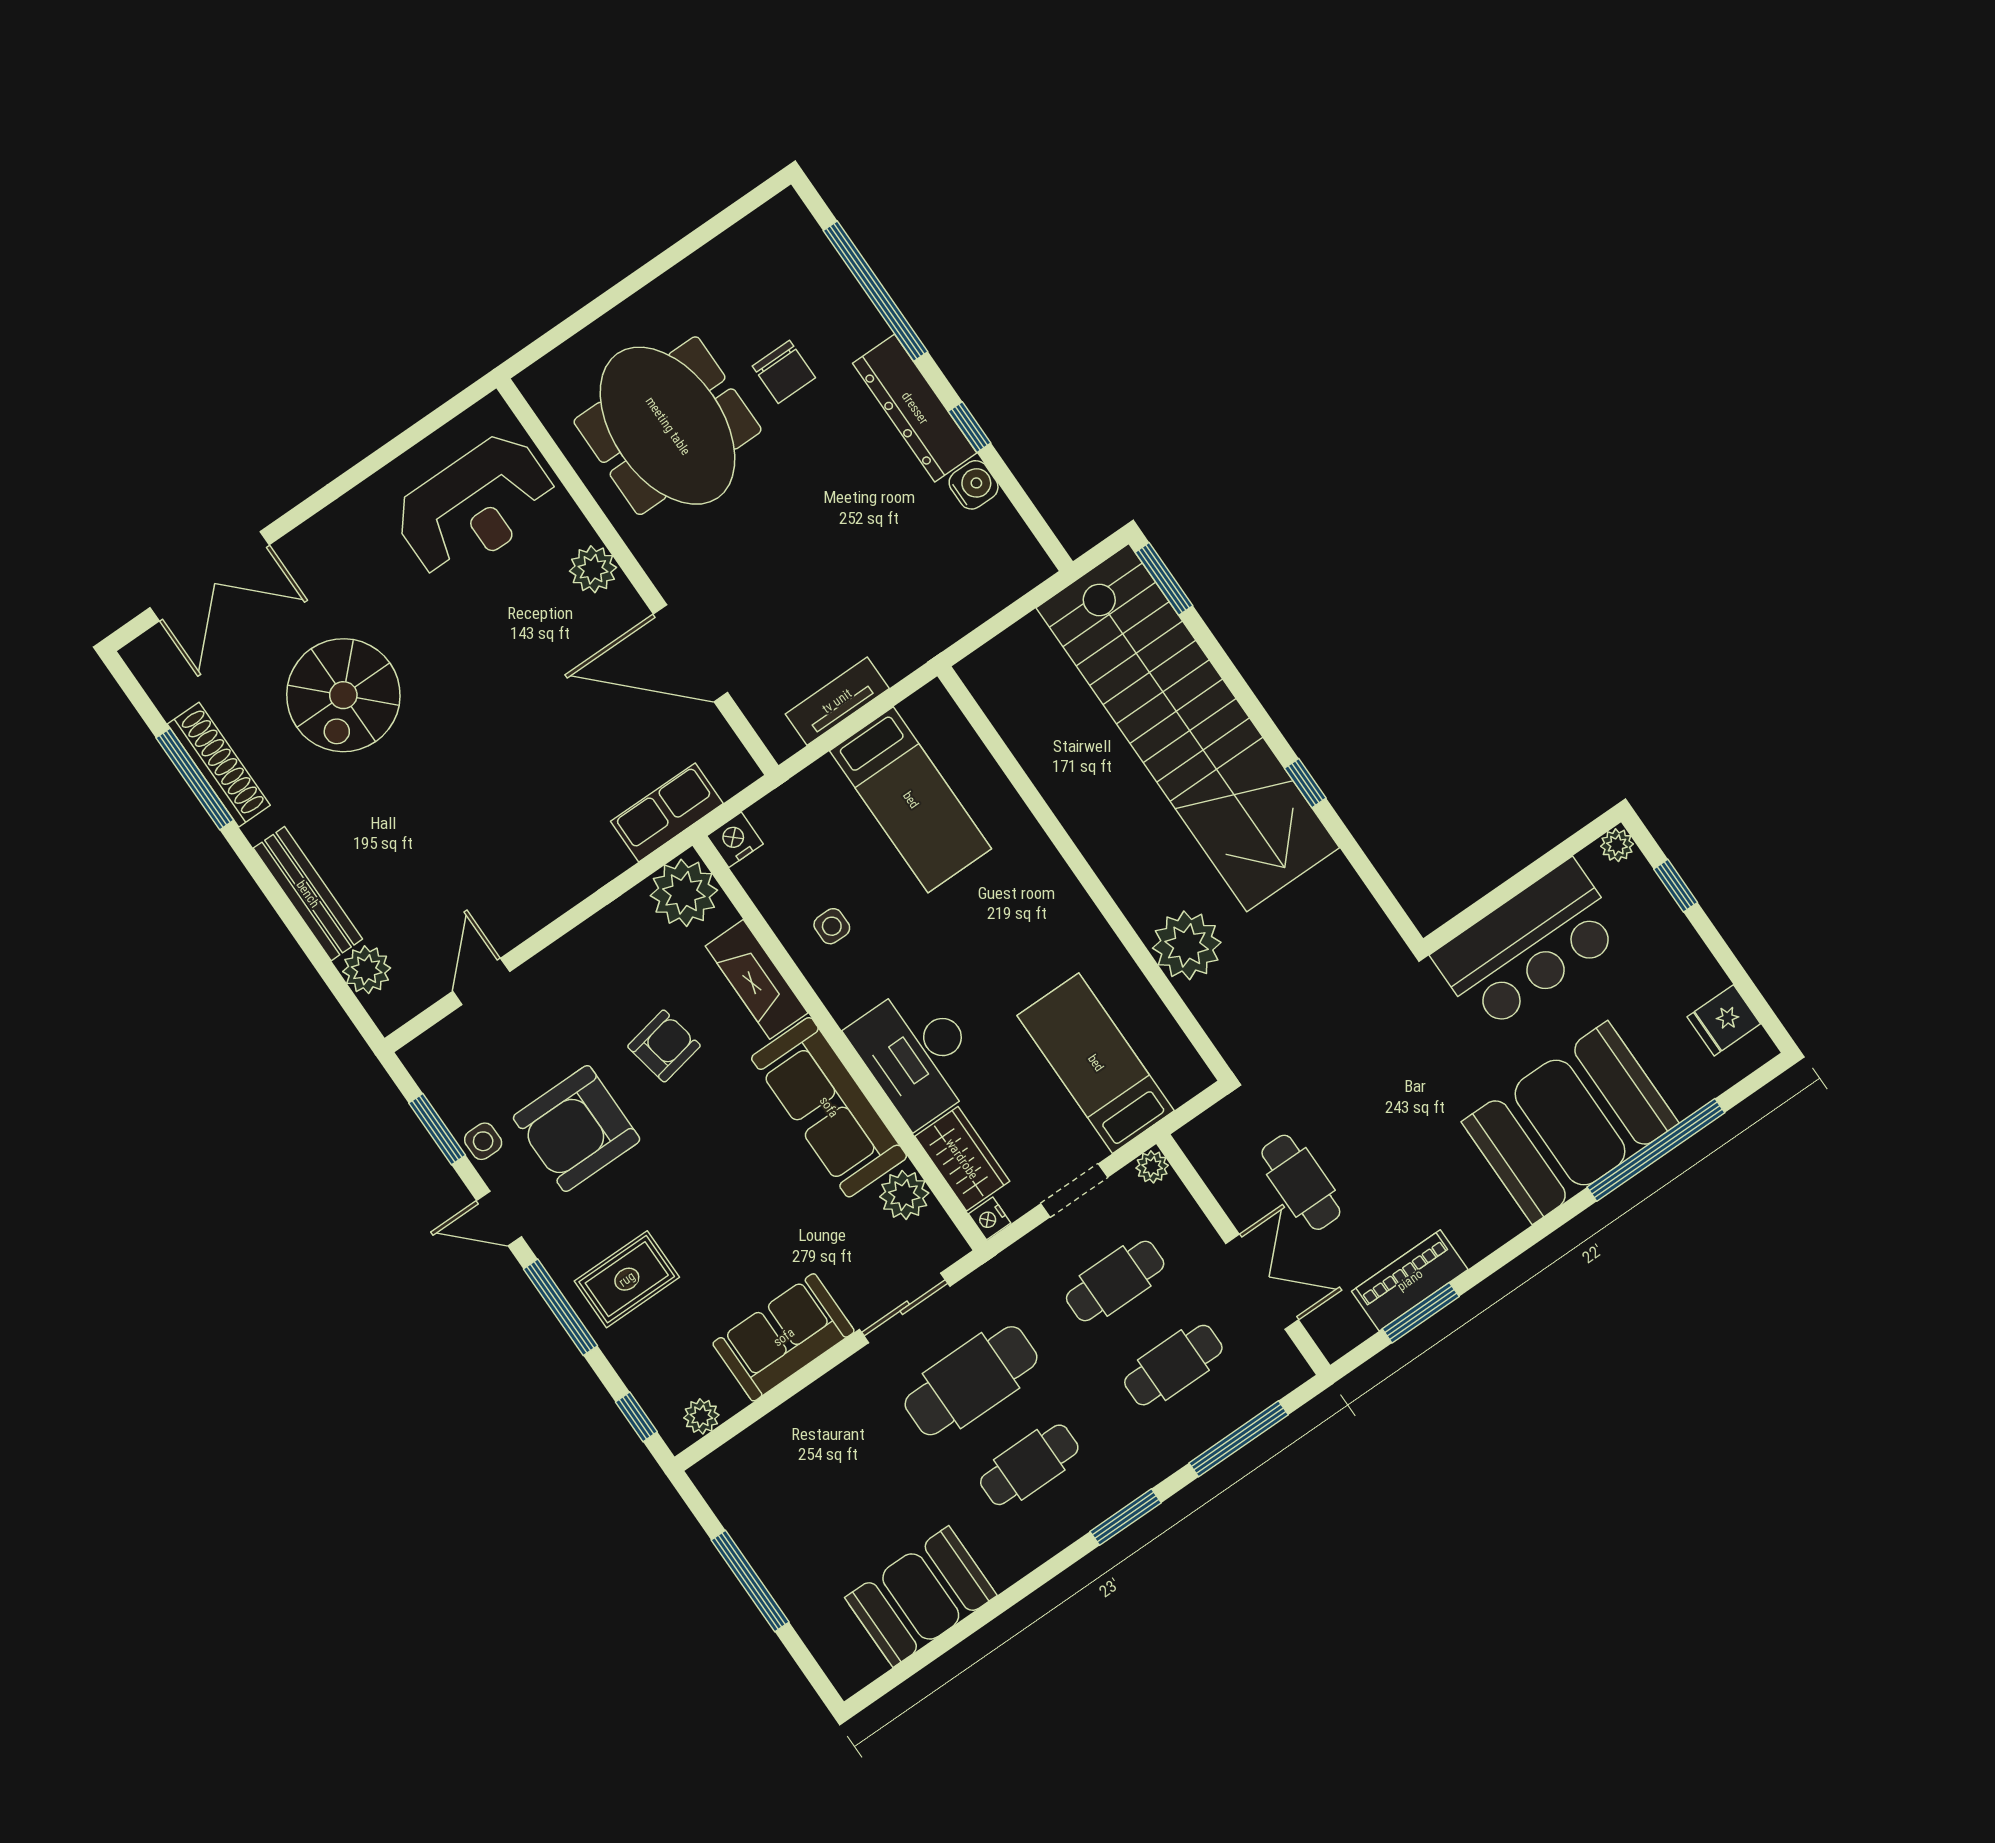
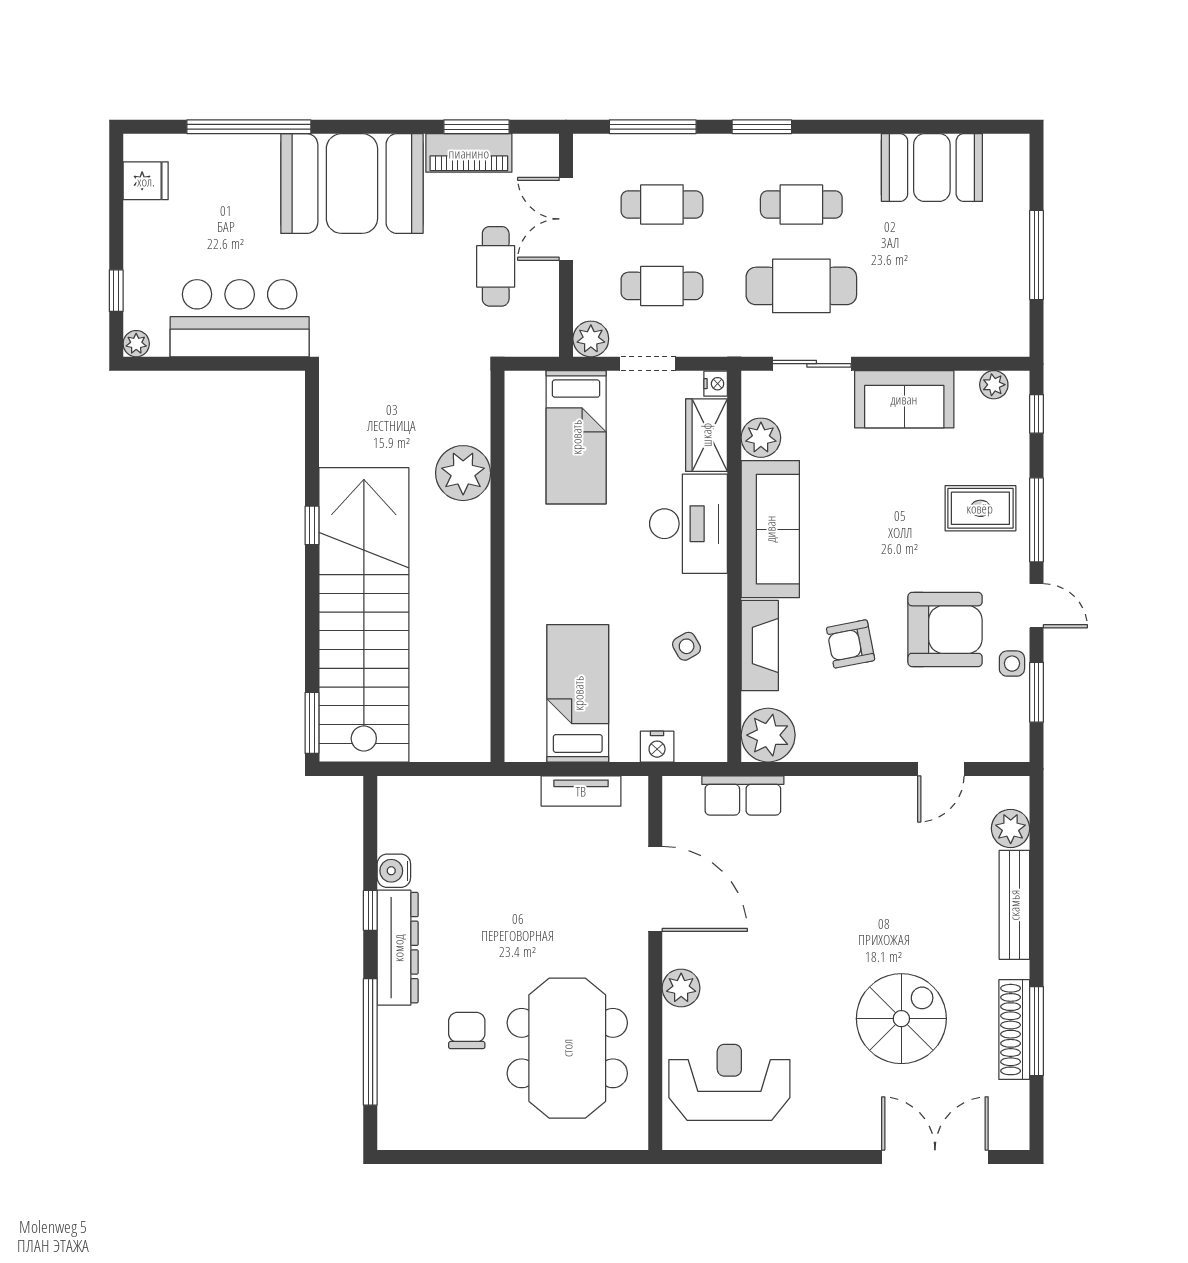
nightstand: (735, 840) -> (657, 747), moved
side table: (832, 926) -> (687, 646), turned -30
booth: (1570, 1123) -> (352, 184), moved
plant: (1152, 1167) -> (591, 339), width x1.38, depth x1.38

